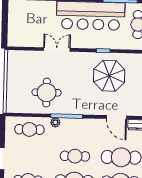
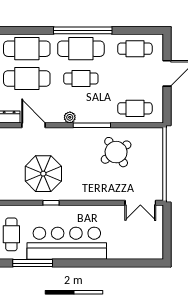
double door: (57, 49) -> (140, 203), moved
round table: (47, 93) -> (116, 152), turned -34
plant: (55, 122) -> (70, 117), moved

